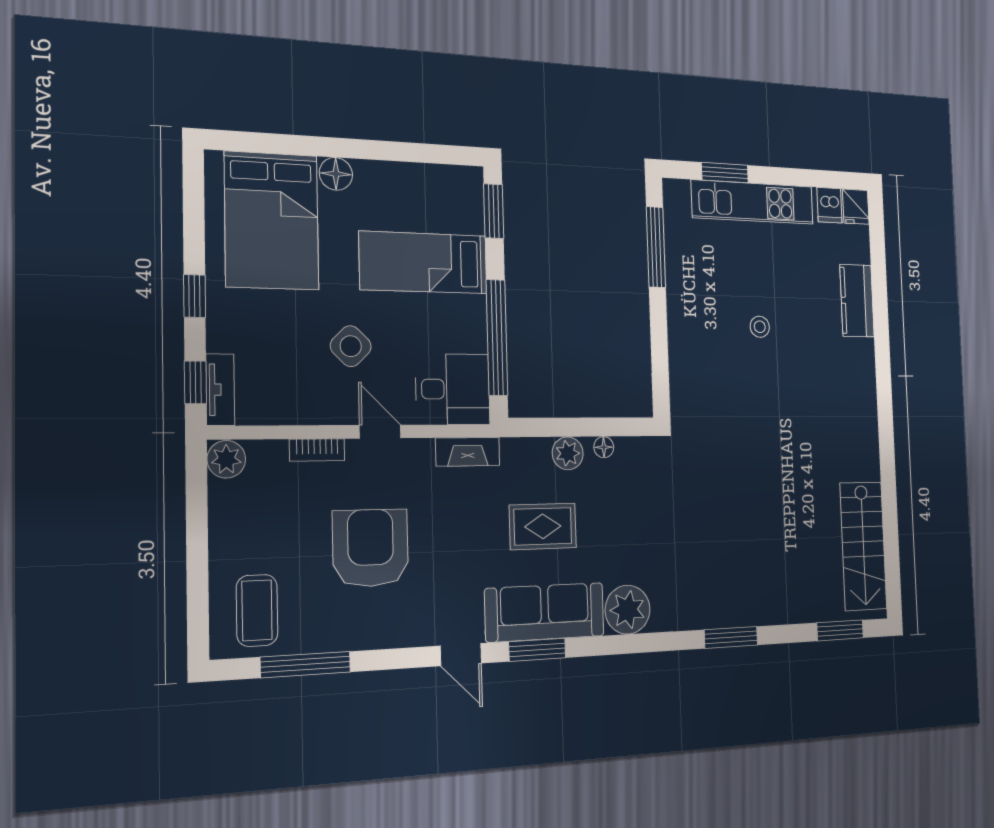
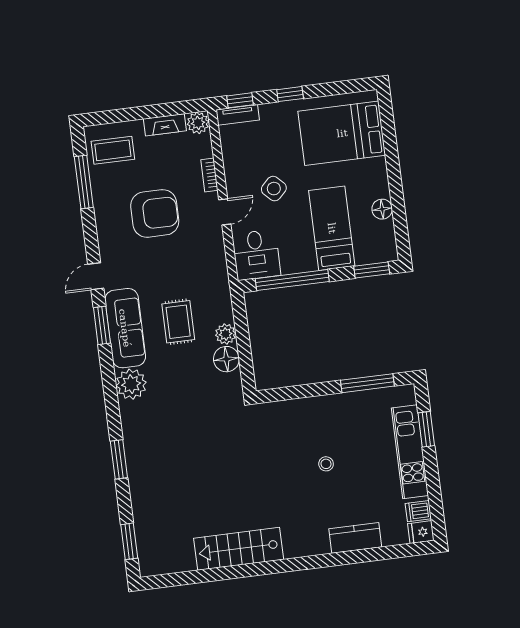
floor lamp: (336, 174) -> (382, 209), moved
floor lamp: (604, 447) -> (226, 359), width x1.89, depth x1.89
fireplace: (468, 452) -> (165, 125), moved, turned -90
stairs: (863, 546) -> (239, 549), moved

